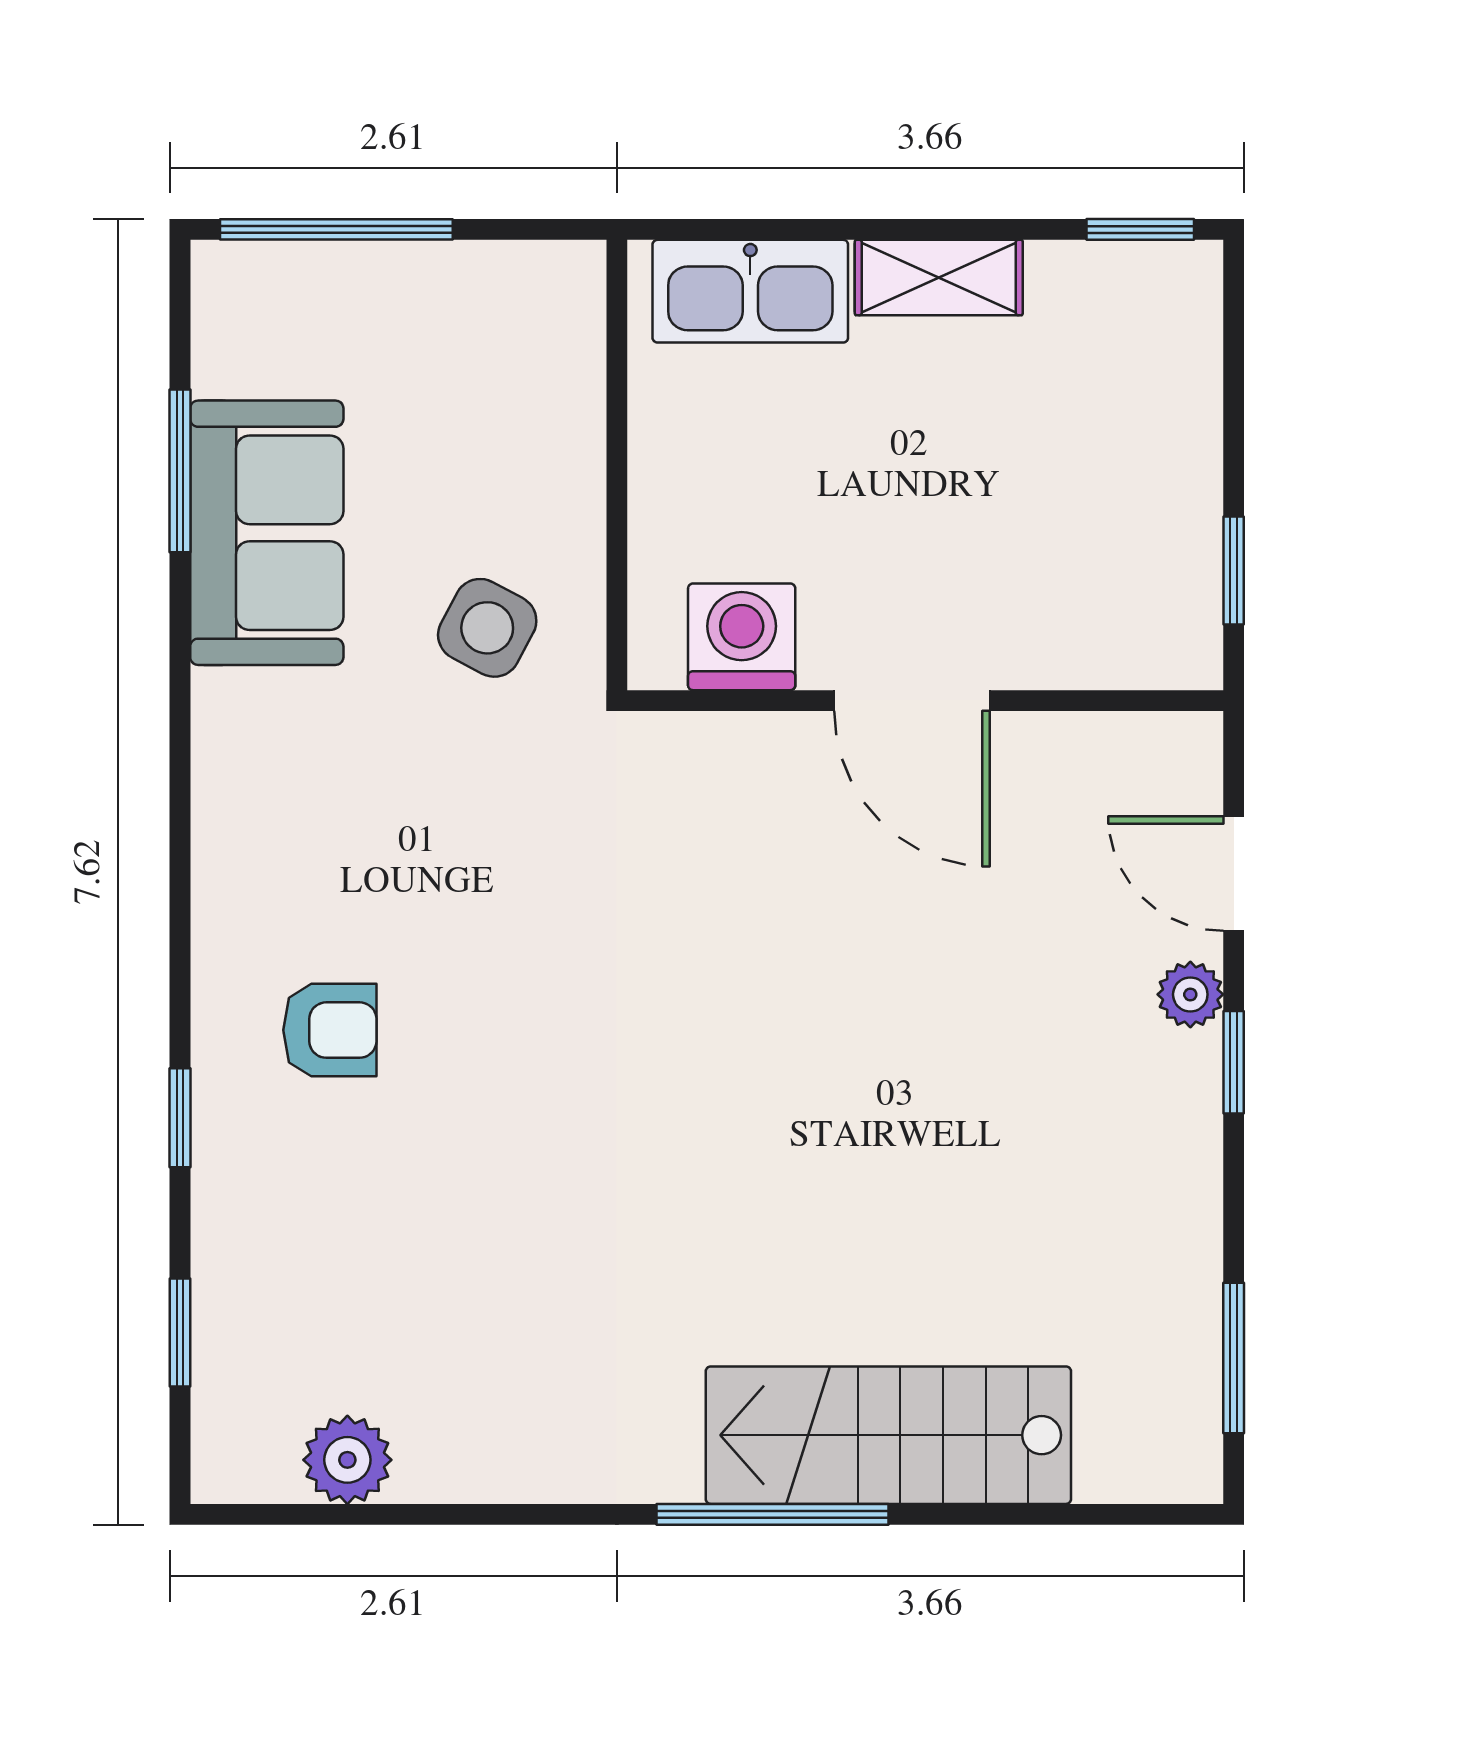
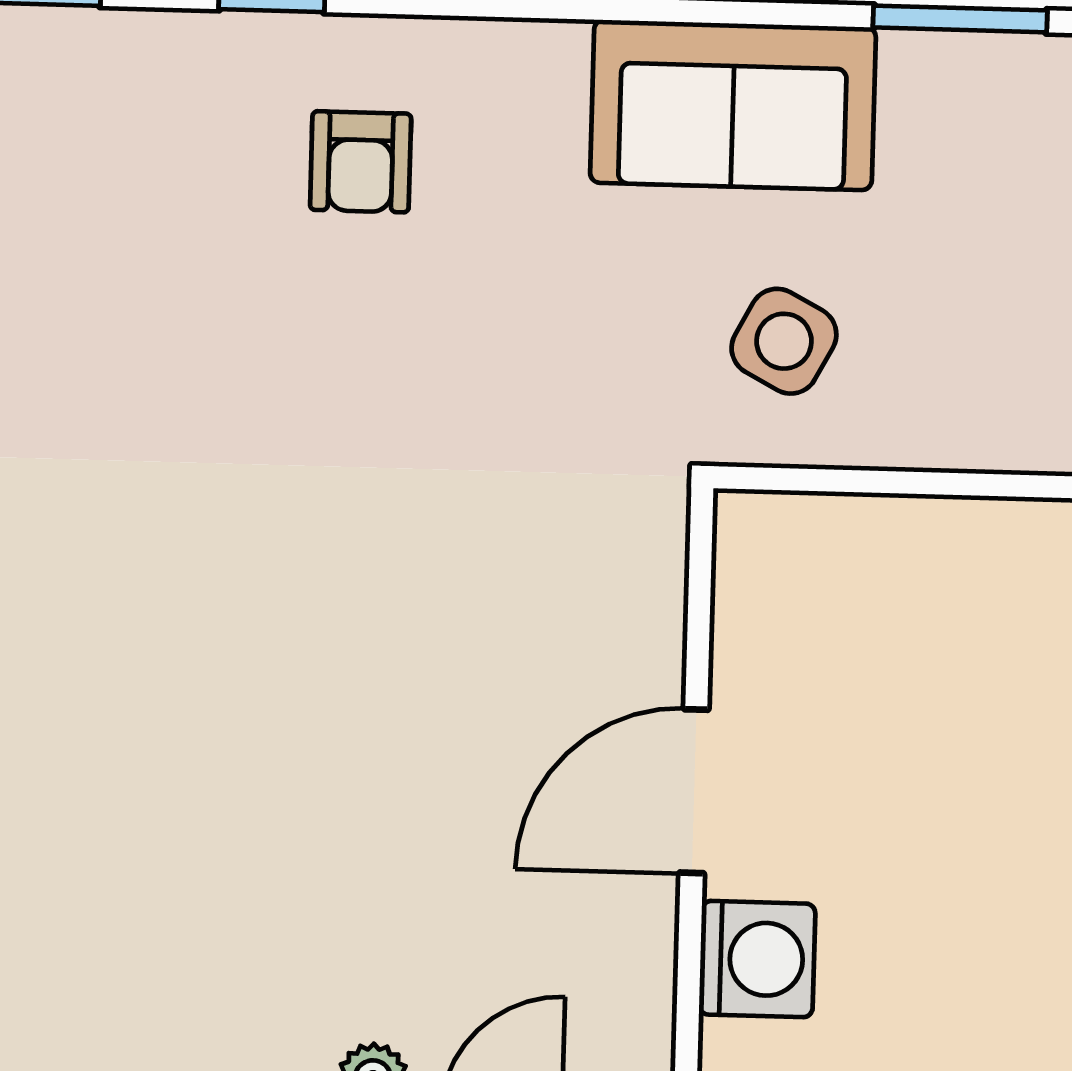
sofa: (267, 533) -> (733, 105), moved
washing machine: (742, 637) -> (757, 959), moved

